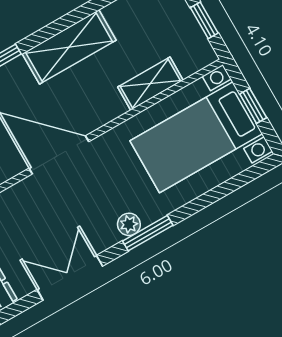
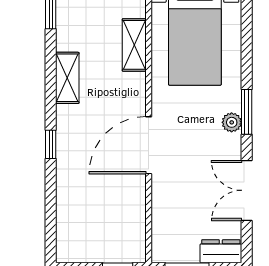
shelving: (69, 47) -> (67, 78), width x0.67, depth x0.75

